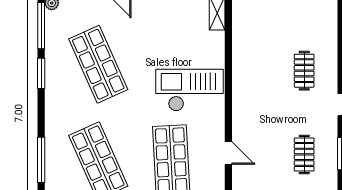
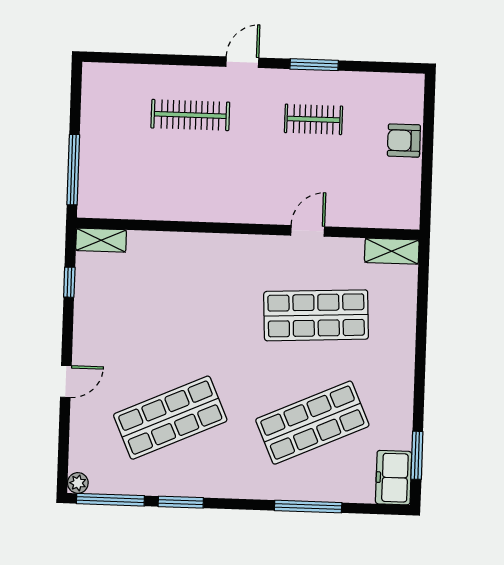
clothes rail: (304, 71) -> (190, 115), width x1.36
checkout: (190, 90) -> (213, 285), removed

